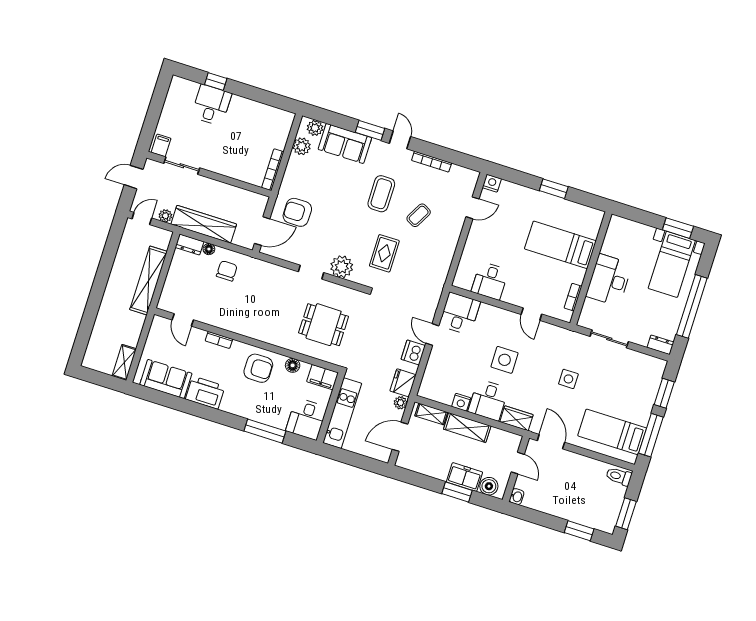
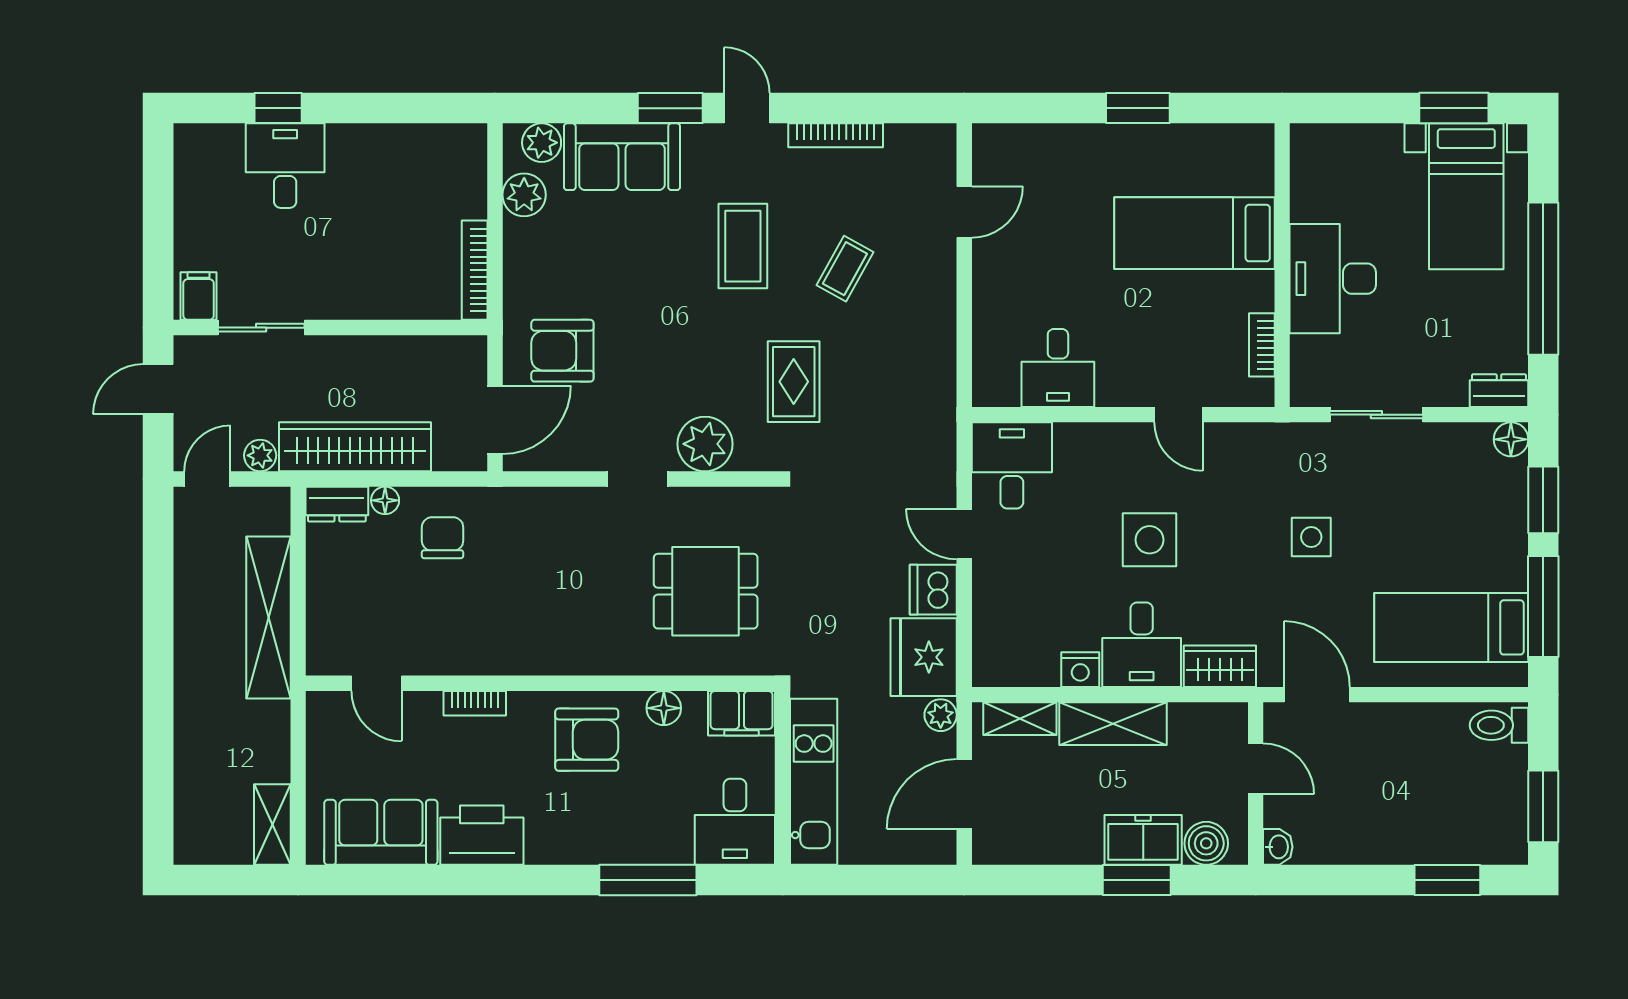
nightstand: (492, 183) -> (991, 141), removed
floor lamp: (659, 365) -> (1511, 439), added
fridge: (403, 383) -> (924, 657), width x1.36, depth x1.34

